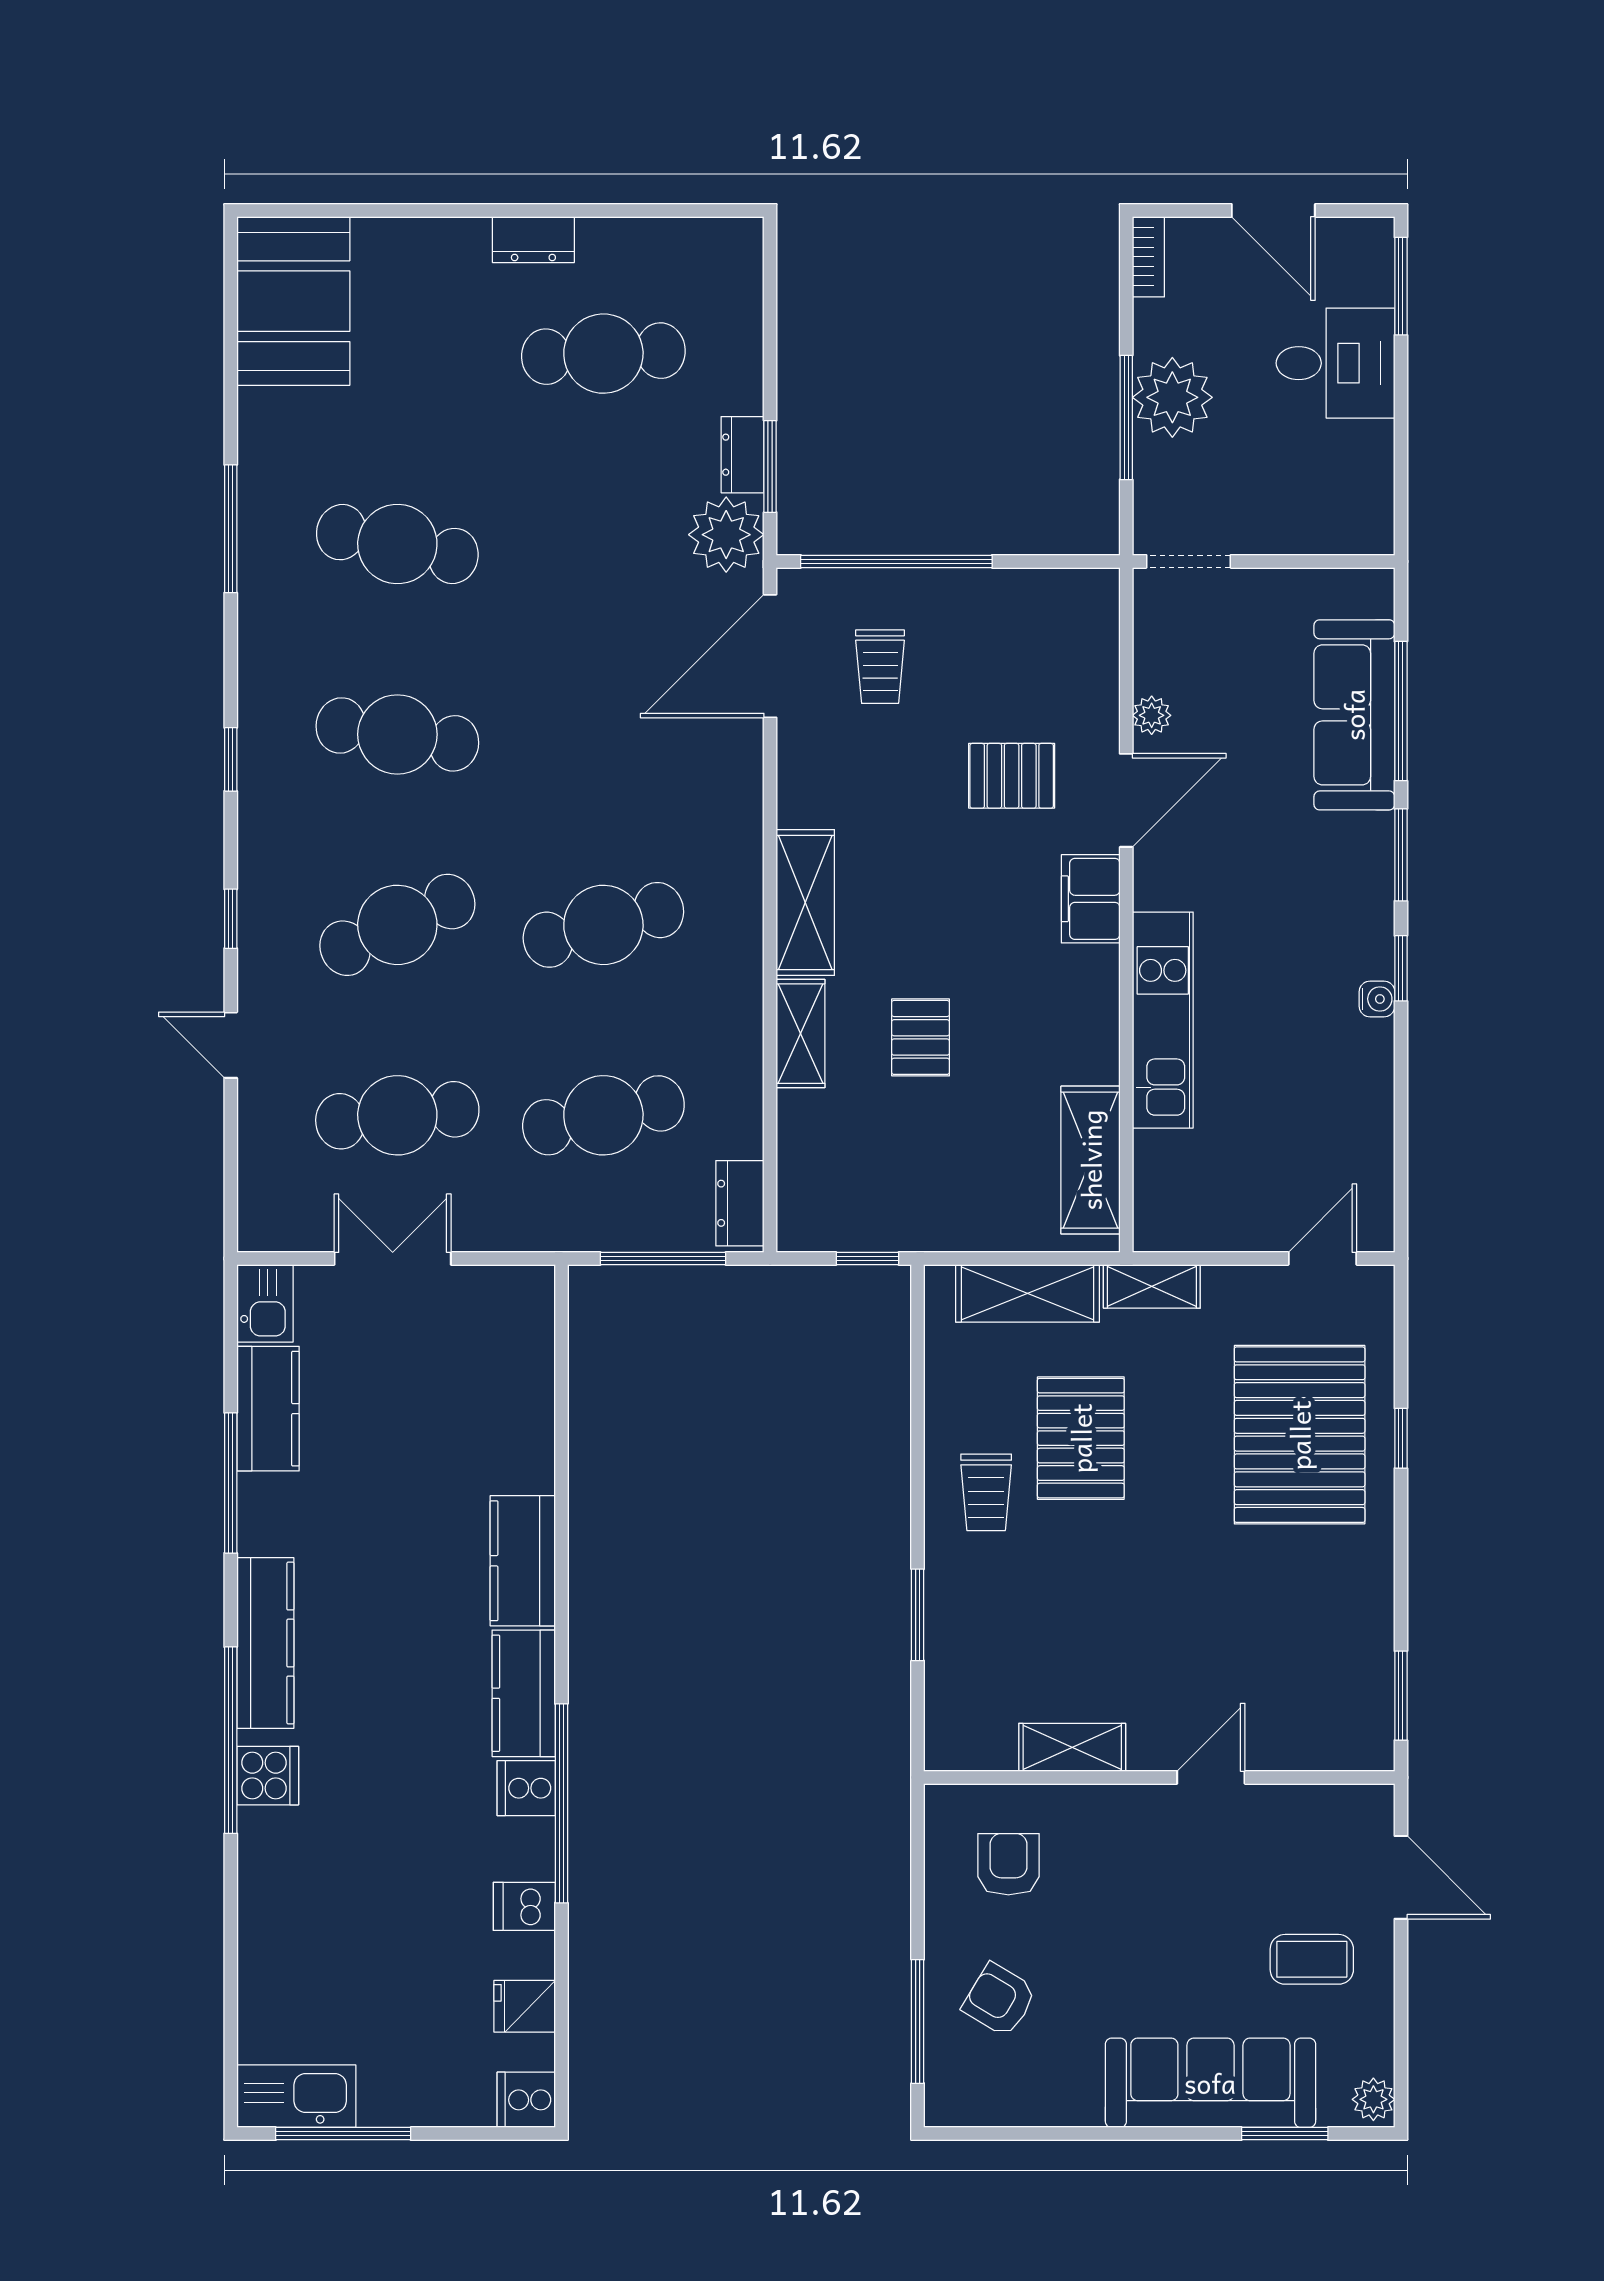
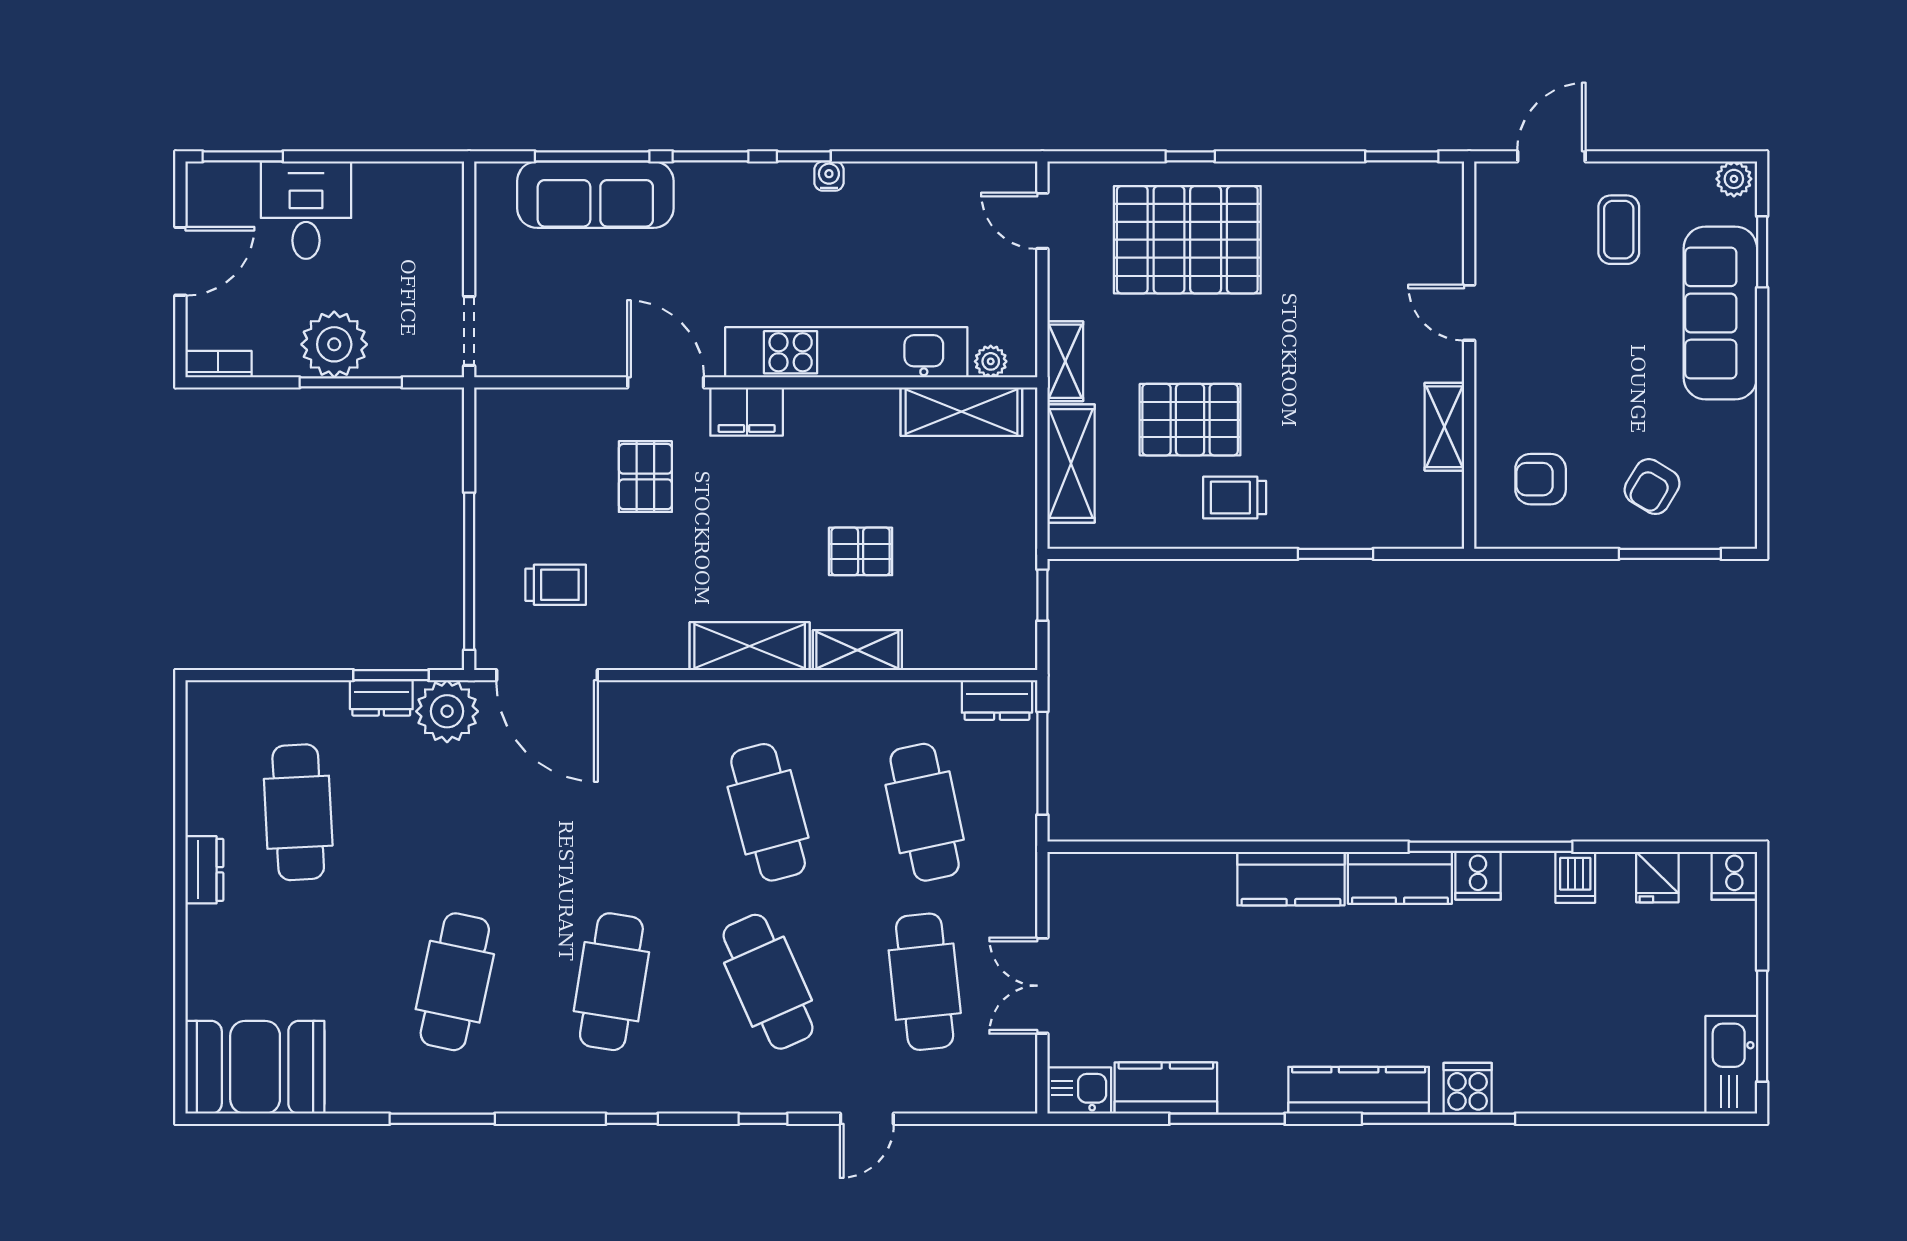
plant: (1152, 715) -> (991, 361), moved
kitchen unit: (1163, 1020) -> (846, 352), width x1.36
trolley: (986, 1492) -> (1235, 498), turned 180

